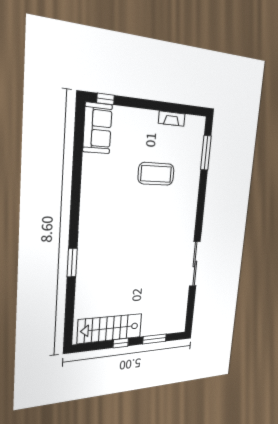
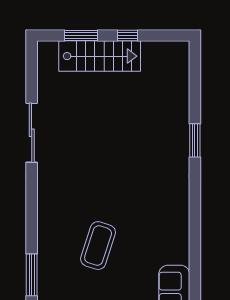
coffee table: (156, 174) -> (98, 246), turned -72
stairs: (110, 328) -> (100, 56), moved

